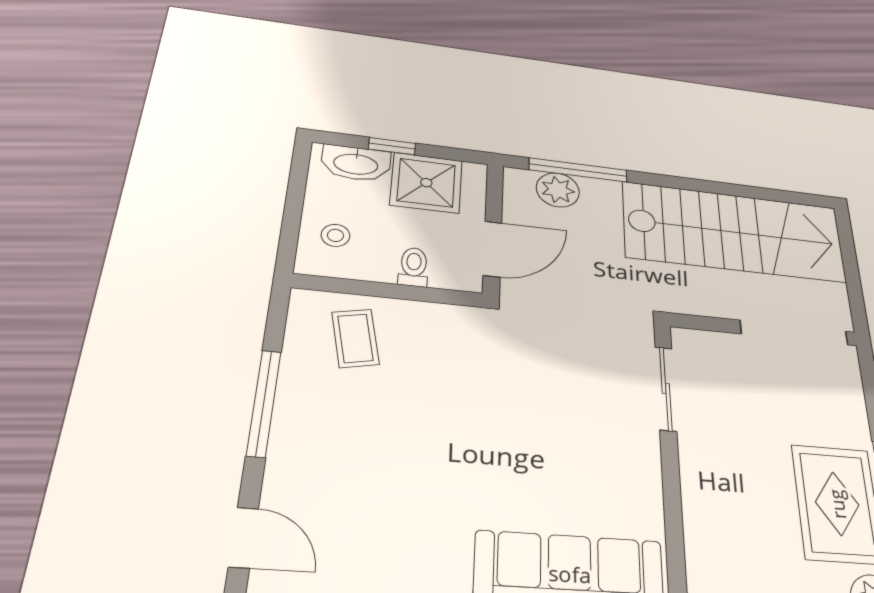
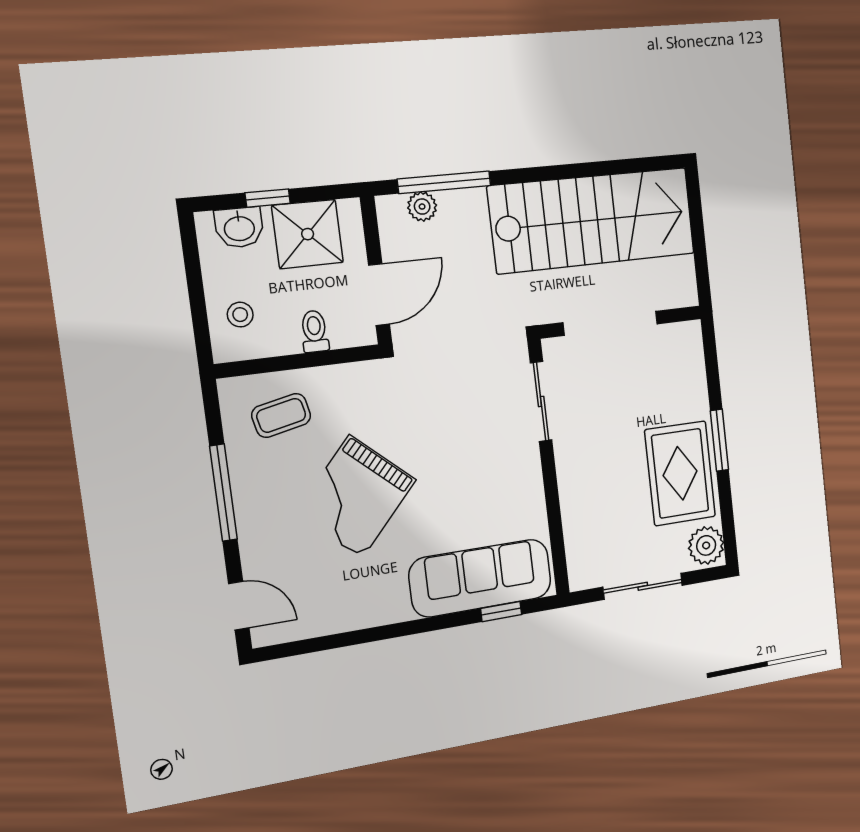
washbasin: (356, 163) -> (239, 228), width x0.72
plant: (558, 190) -> (422, 207), width x0.73, depth x0.73
doorway: (794, 333) -> (611, 323), moved
coffee table: (355, 338) -> (281, 415), turned 90
grand piano: (425, 442) -> (356, 497), added

